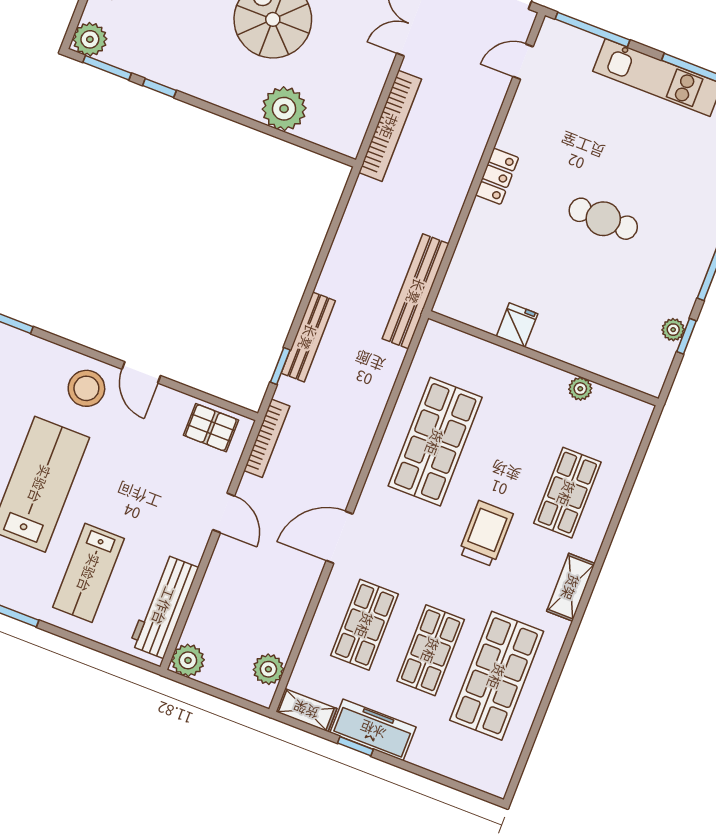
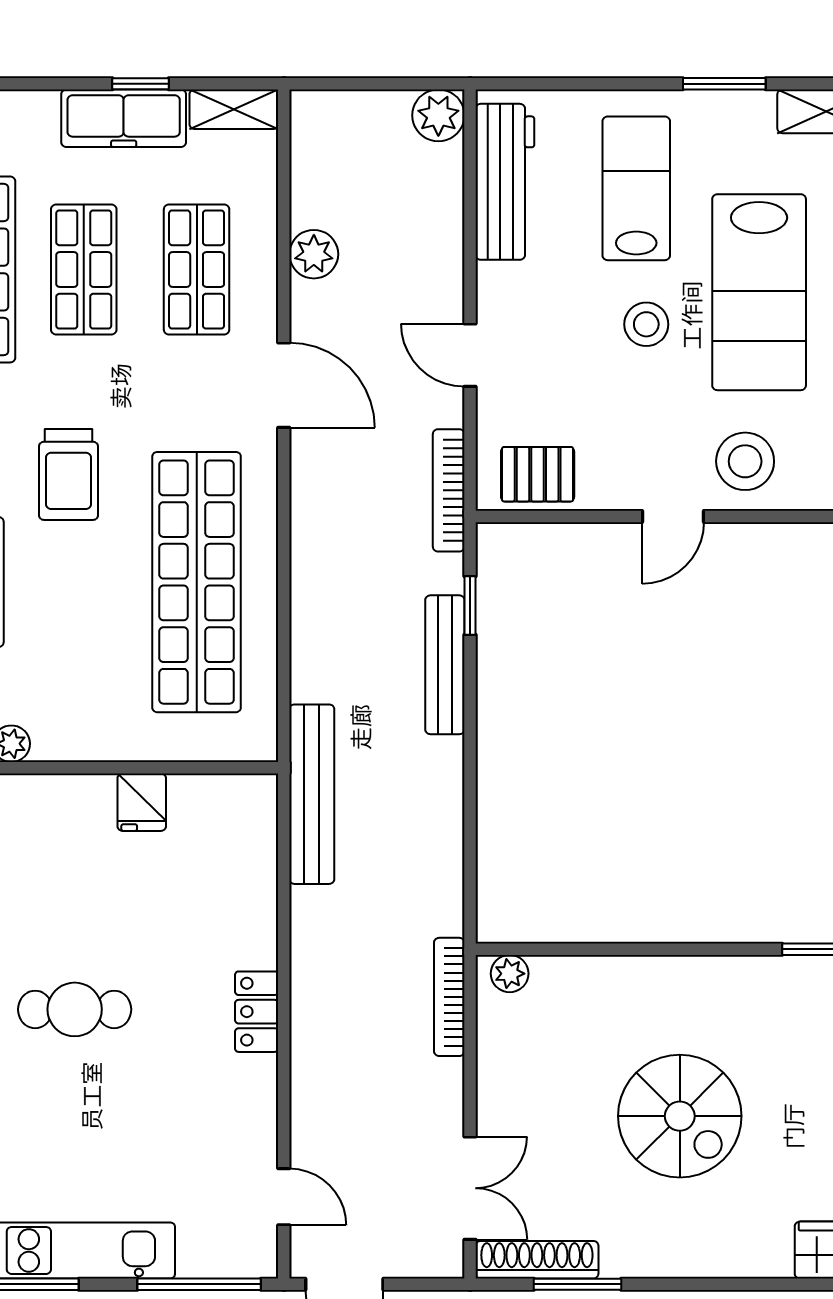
door: (523, 62) -> (284, 1197), hinge flipped
plant: (284, 109) -> (510, 974), moved, width x0.53, depth x0.53
bookcase: (390, 126) -> (449, 997), width x0.68, depth x0.76
door: (141, 372) -> (673, 517), swing flipped
shop shelf: (435, 442) -> (197, 582), width x1.40
stool: (113, 491) -> (646, 324), added
door: (339, 537) -> (284, 385), hinge flipped
plant: (268, 669) -> (314, 254), moved

